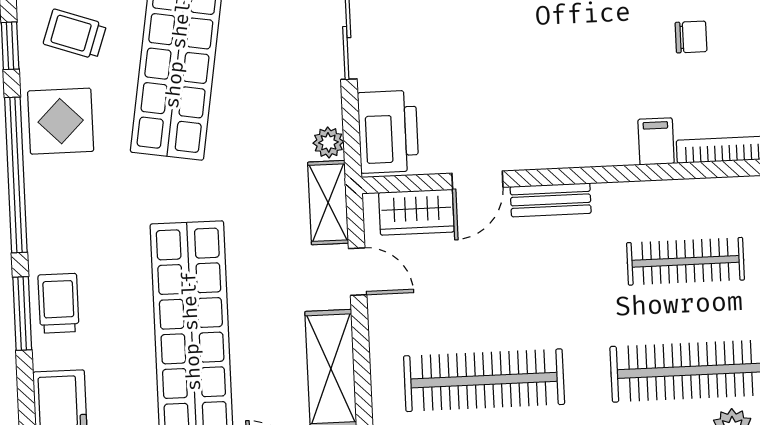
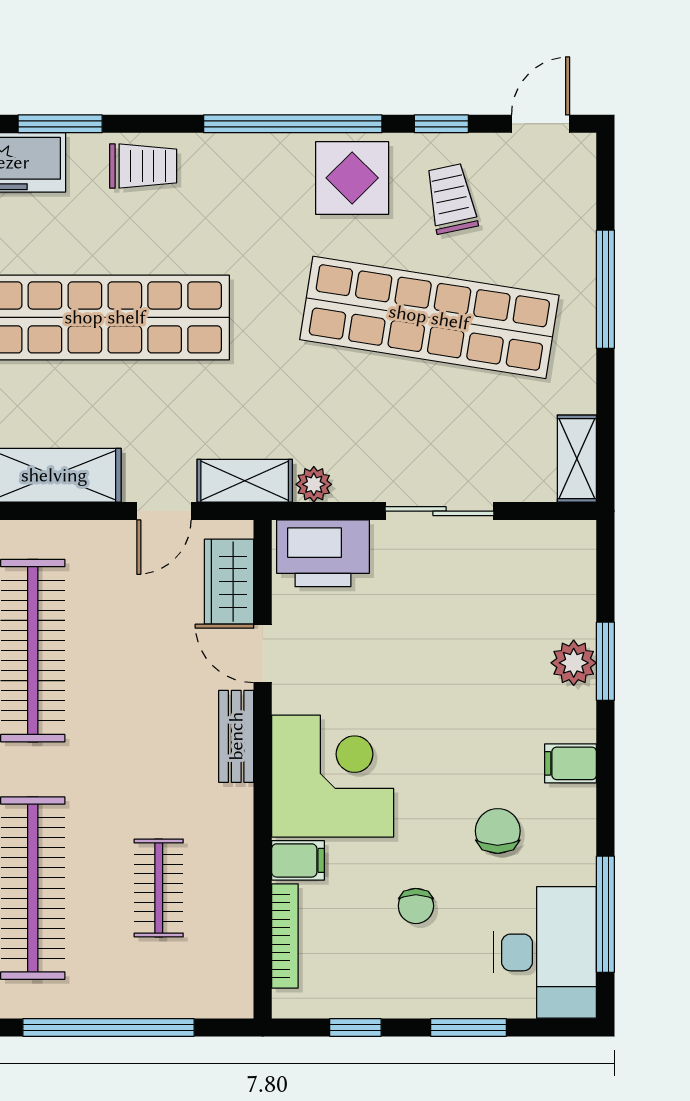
trolley: (75, 34) -> (451, 199), turned -31
corner desk: (581, 115) -> (333, 776), added
clothes rail: (686, 261) -> (159, 888), width x0.73
window: (22, 313) -> (60, 124), moved

